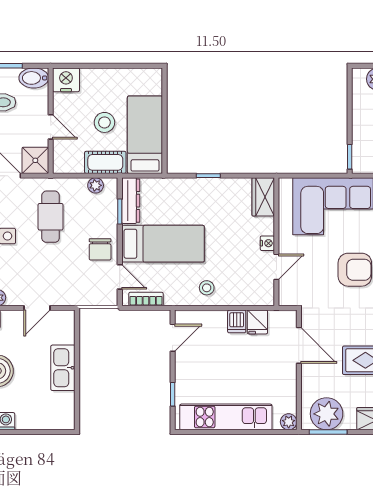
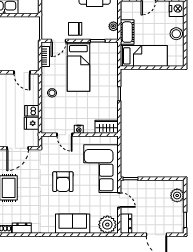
stool: (104, 122) -> (176, 34), moved
dresser: (131, 201) -> (104, 47), removed

